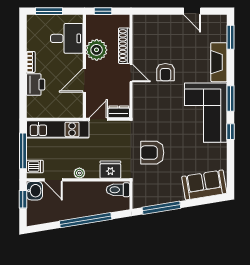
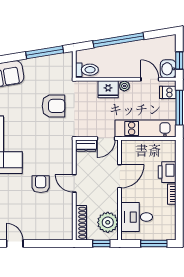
shoe rack: (124, 46) -> (81, 223), moved
plant: (97, 50) -> (108, 222), moved
fridge: (110, 170) -> (108, 89), moved

